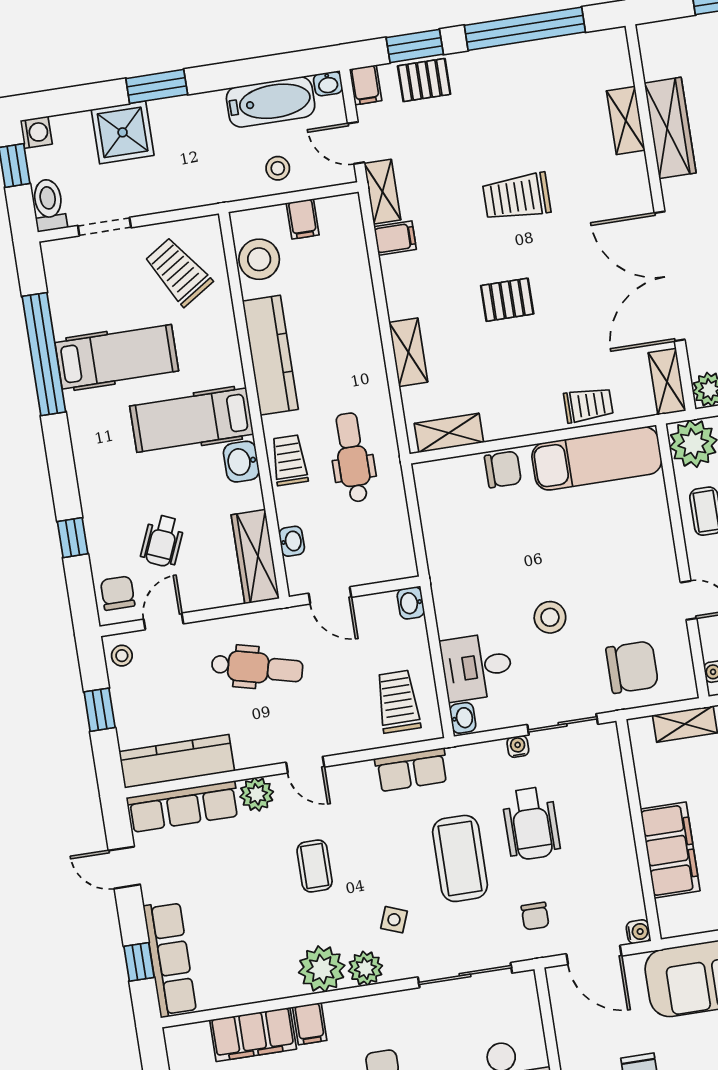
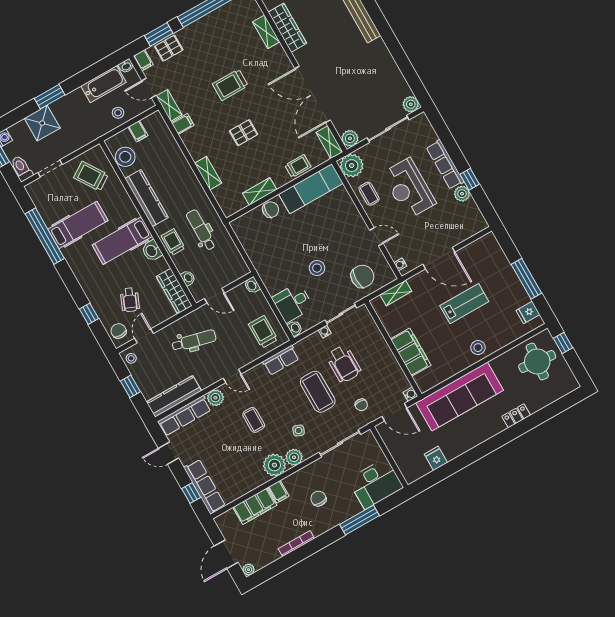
shelving: (449, 433) -> (260, 191), moved

